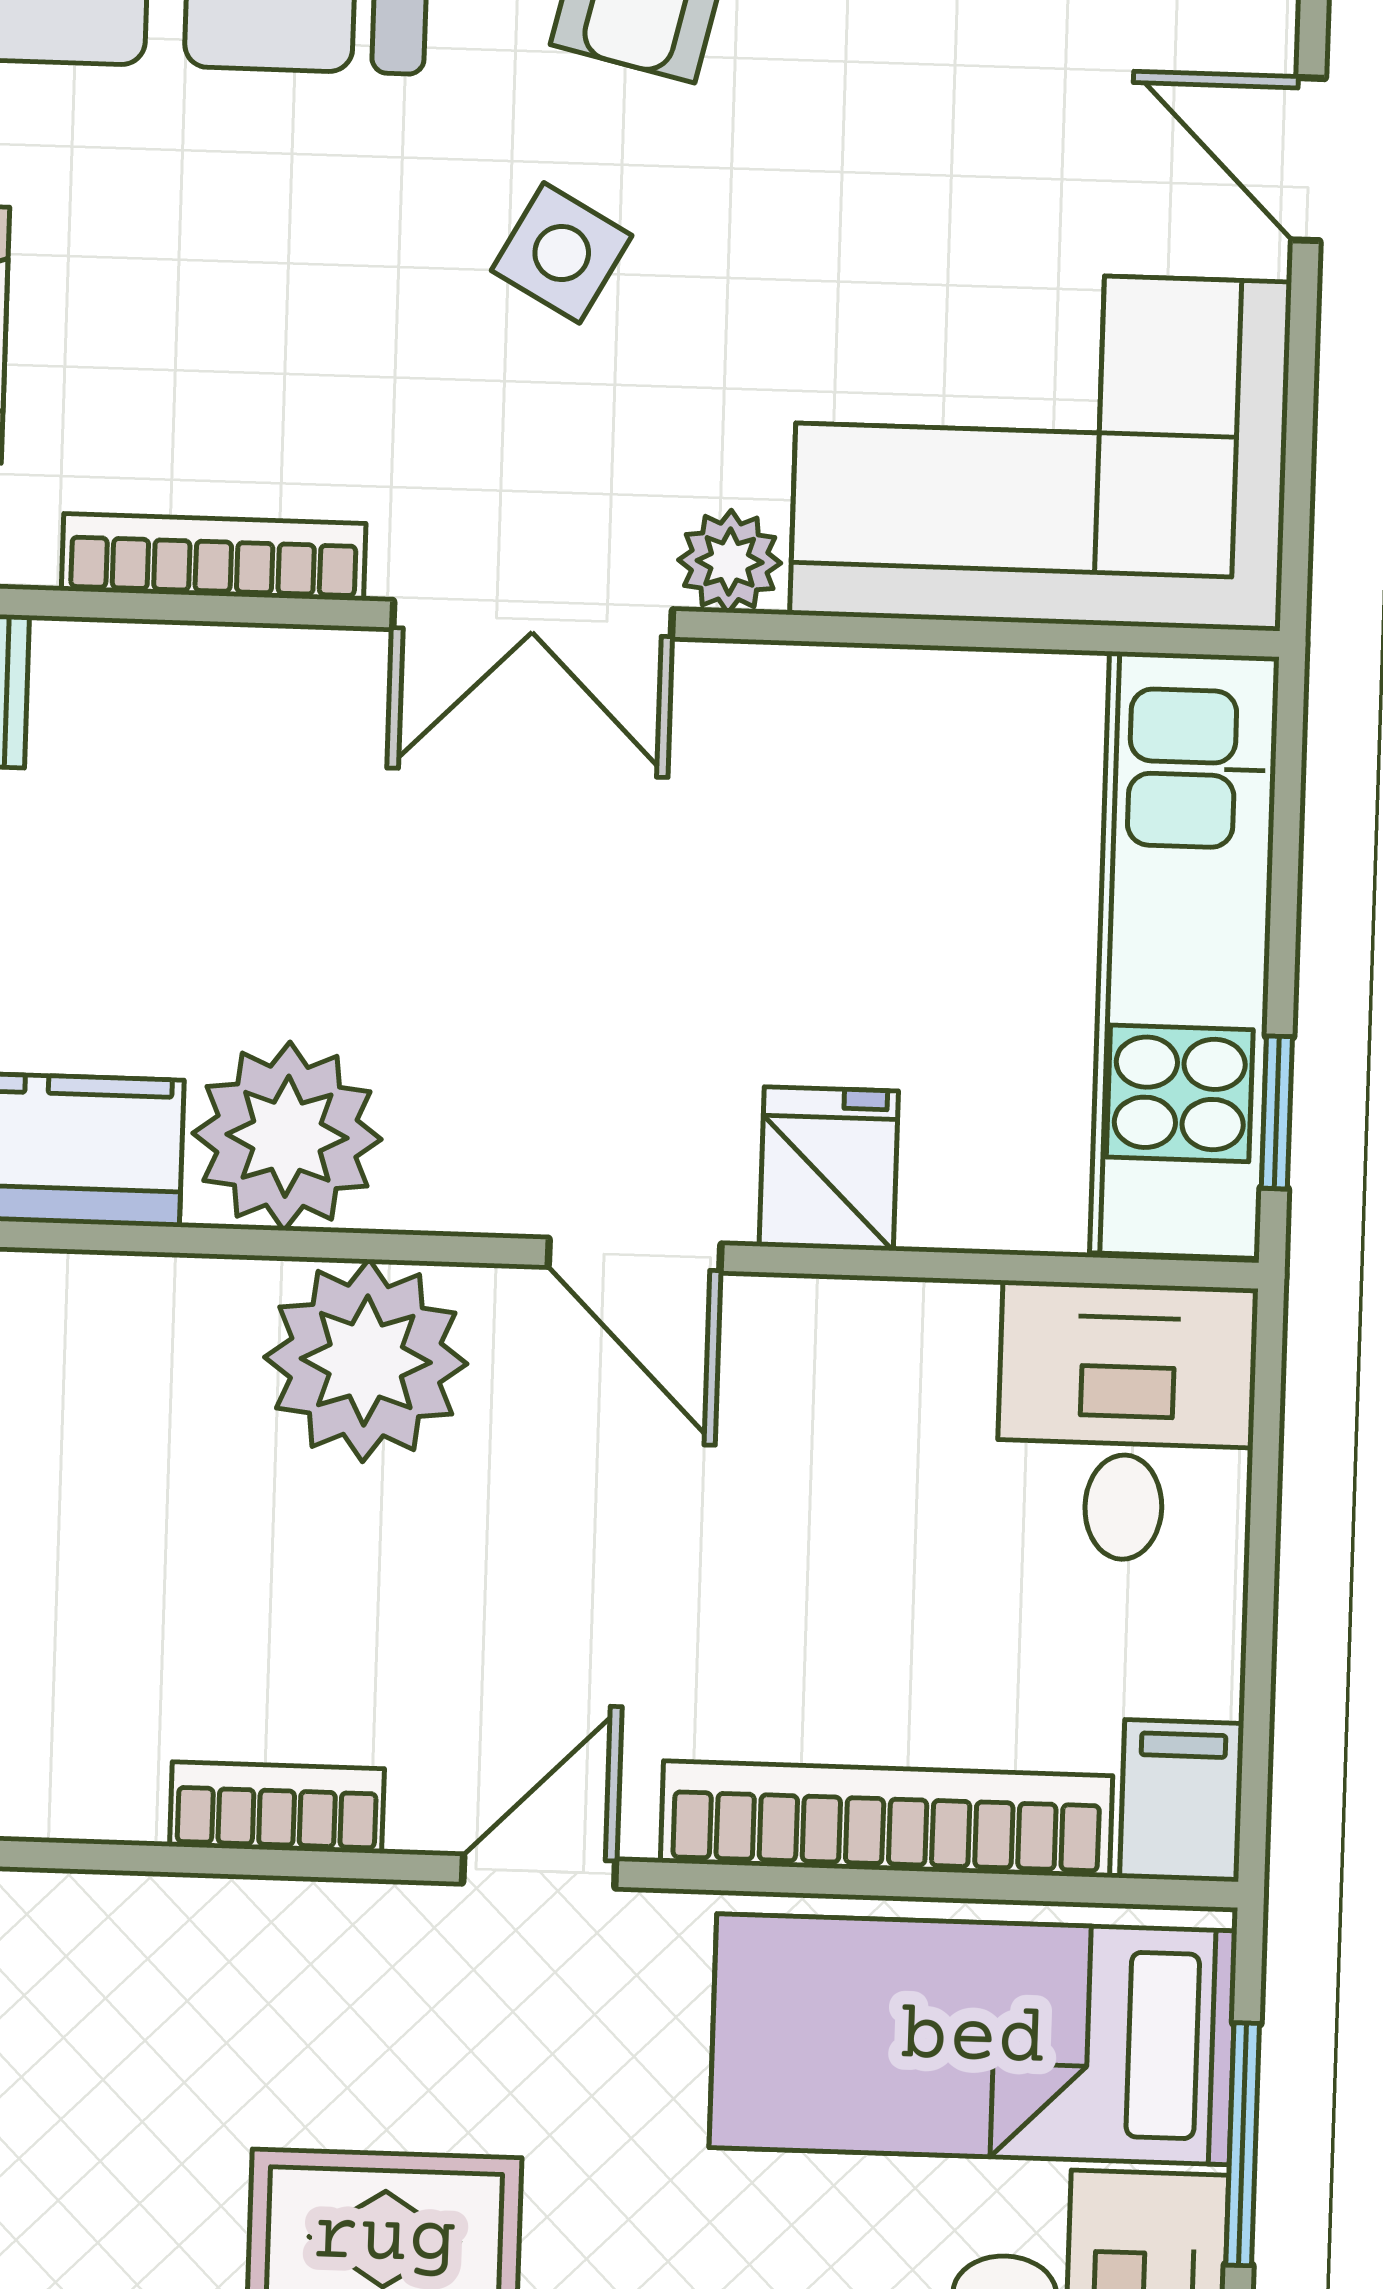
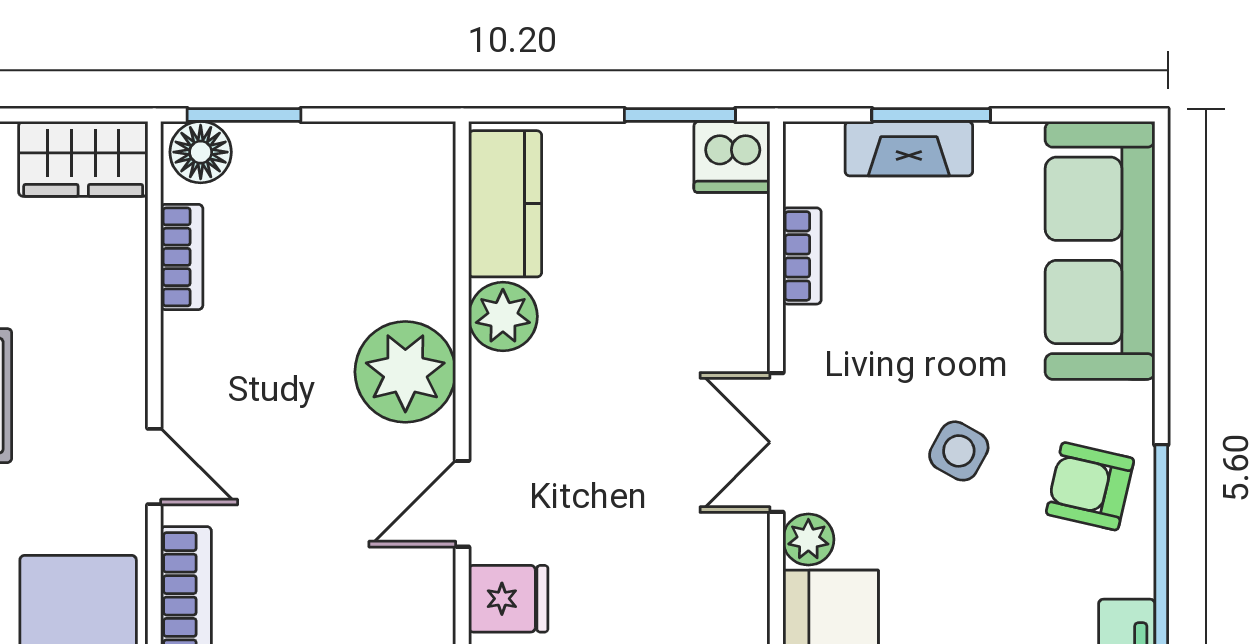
bookcase: (214, 557) -> (802, 256), width x0.64
plant: (287, 1136) -> (503, 316), width x0.73, depth x0.73
bookcase: (277, 1807) -> (182, 257), moved

